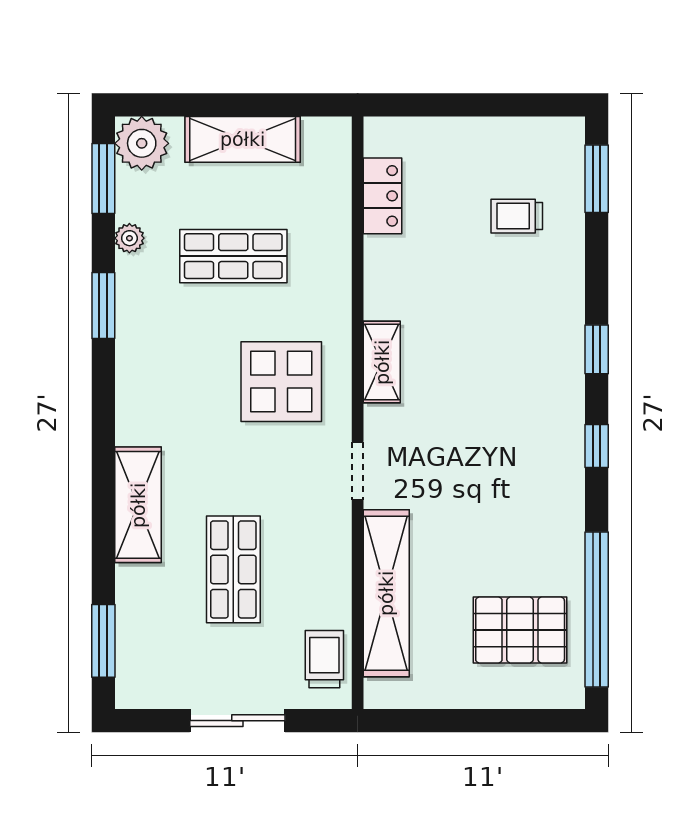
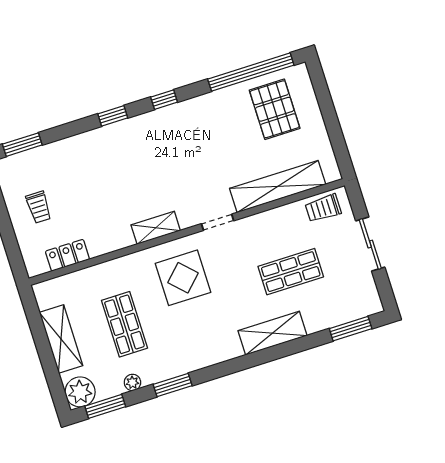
trolley: (517, 216) -> (39, 207), moved

